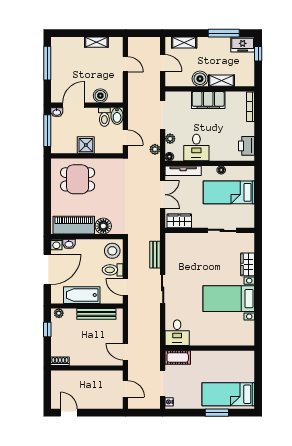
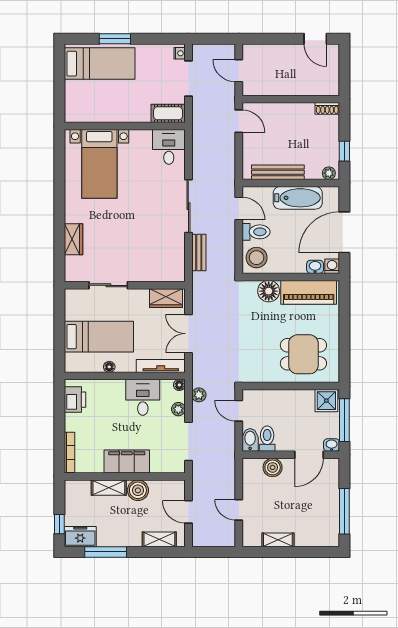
shower: (86, 145) -> (326, 401), moved
sliding door: (163, 289) -> (188, 206), width x1.37
bed with nightstands: (229, 299) -> (99, 164), moved, turned 90

